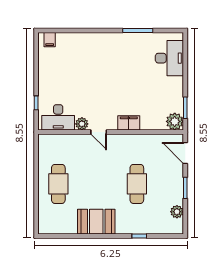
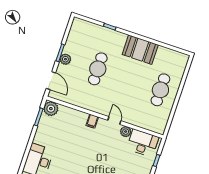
filing cabinet: (129, 123) -> (92, 121), width x0.50
plant: (177, 212) -> (65, 59), moved

